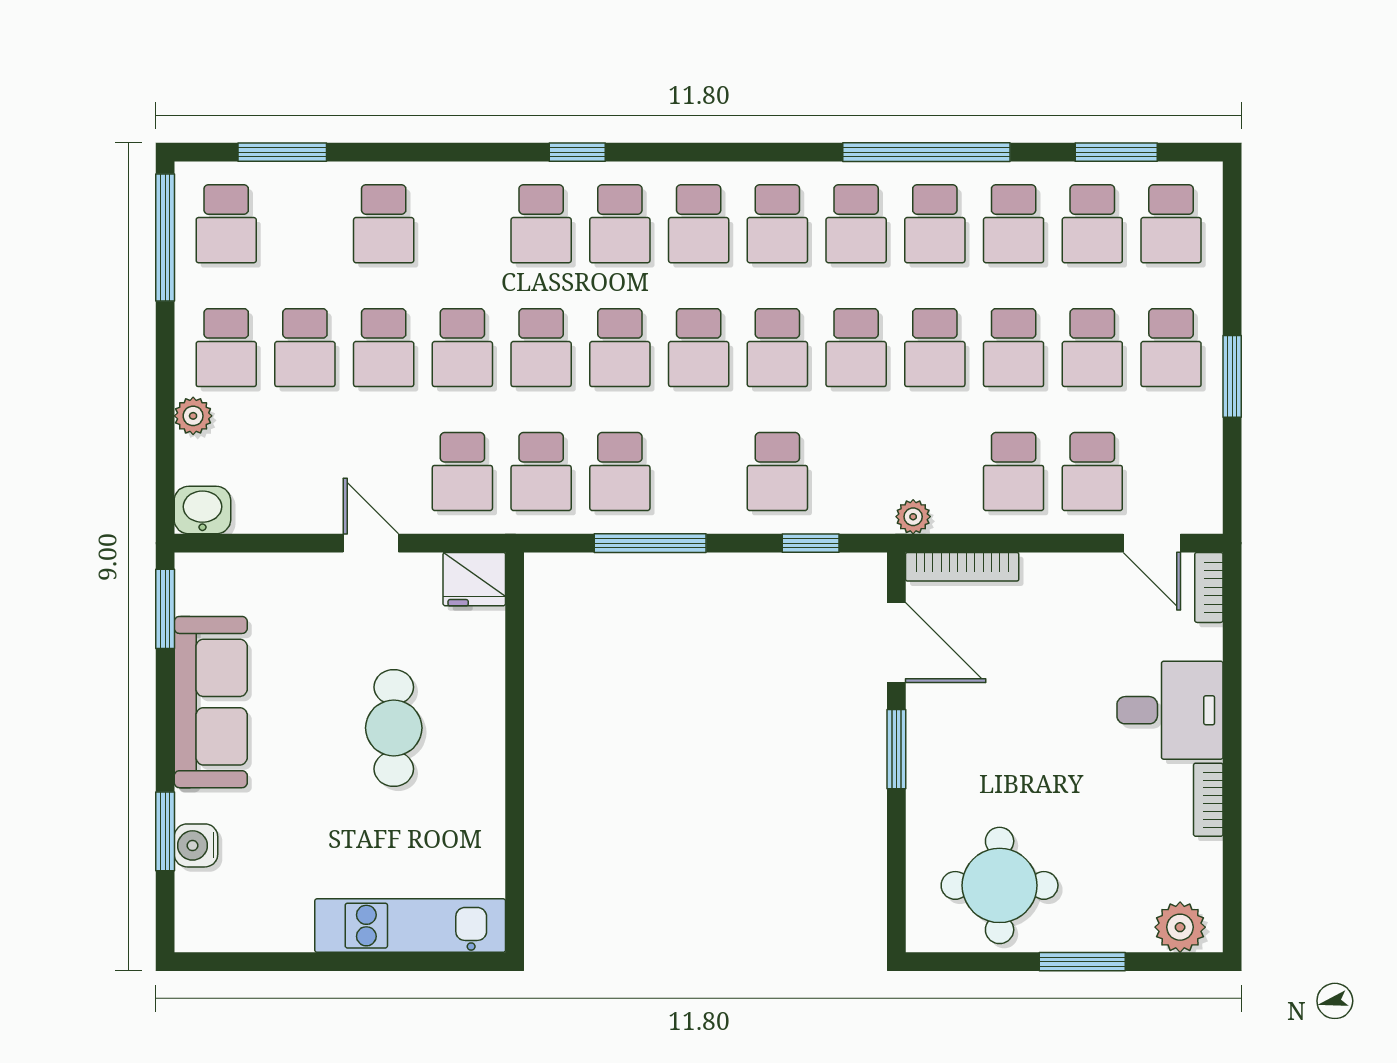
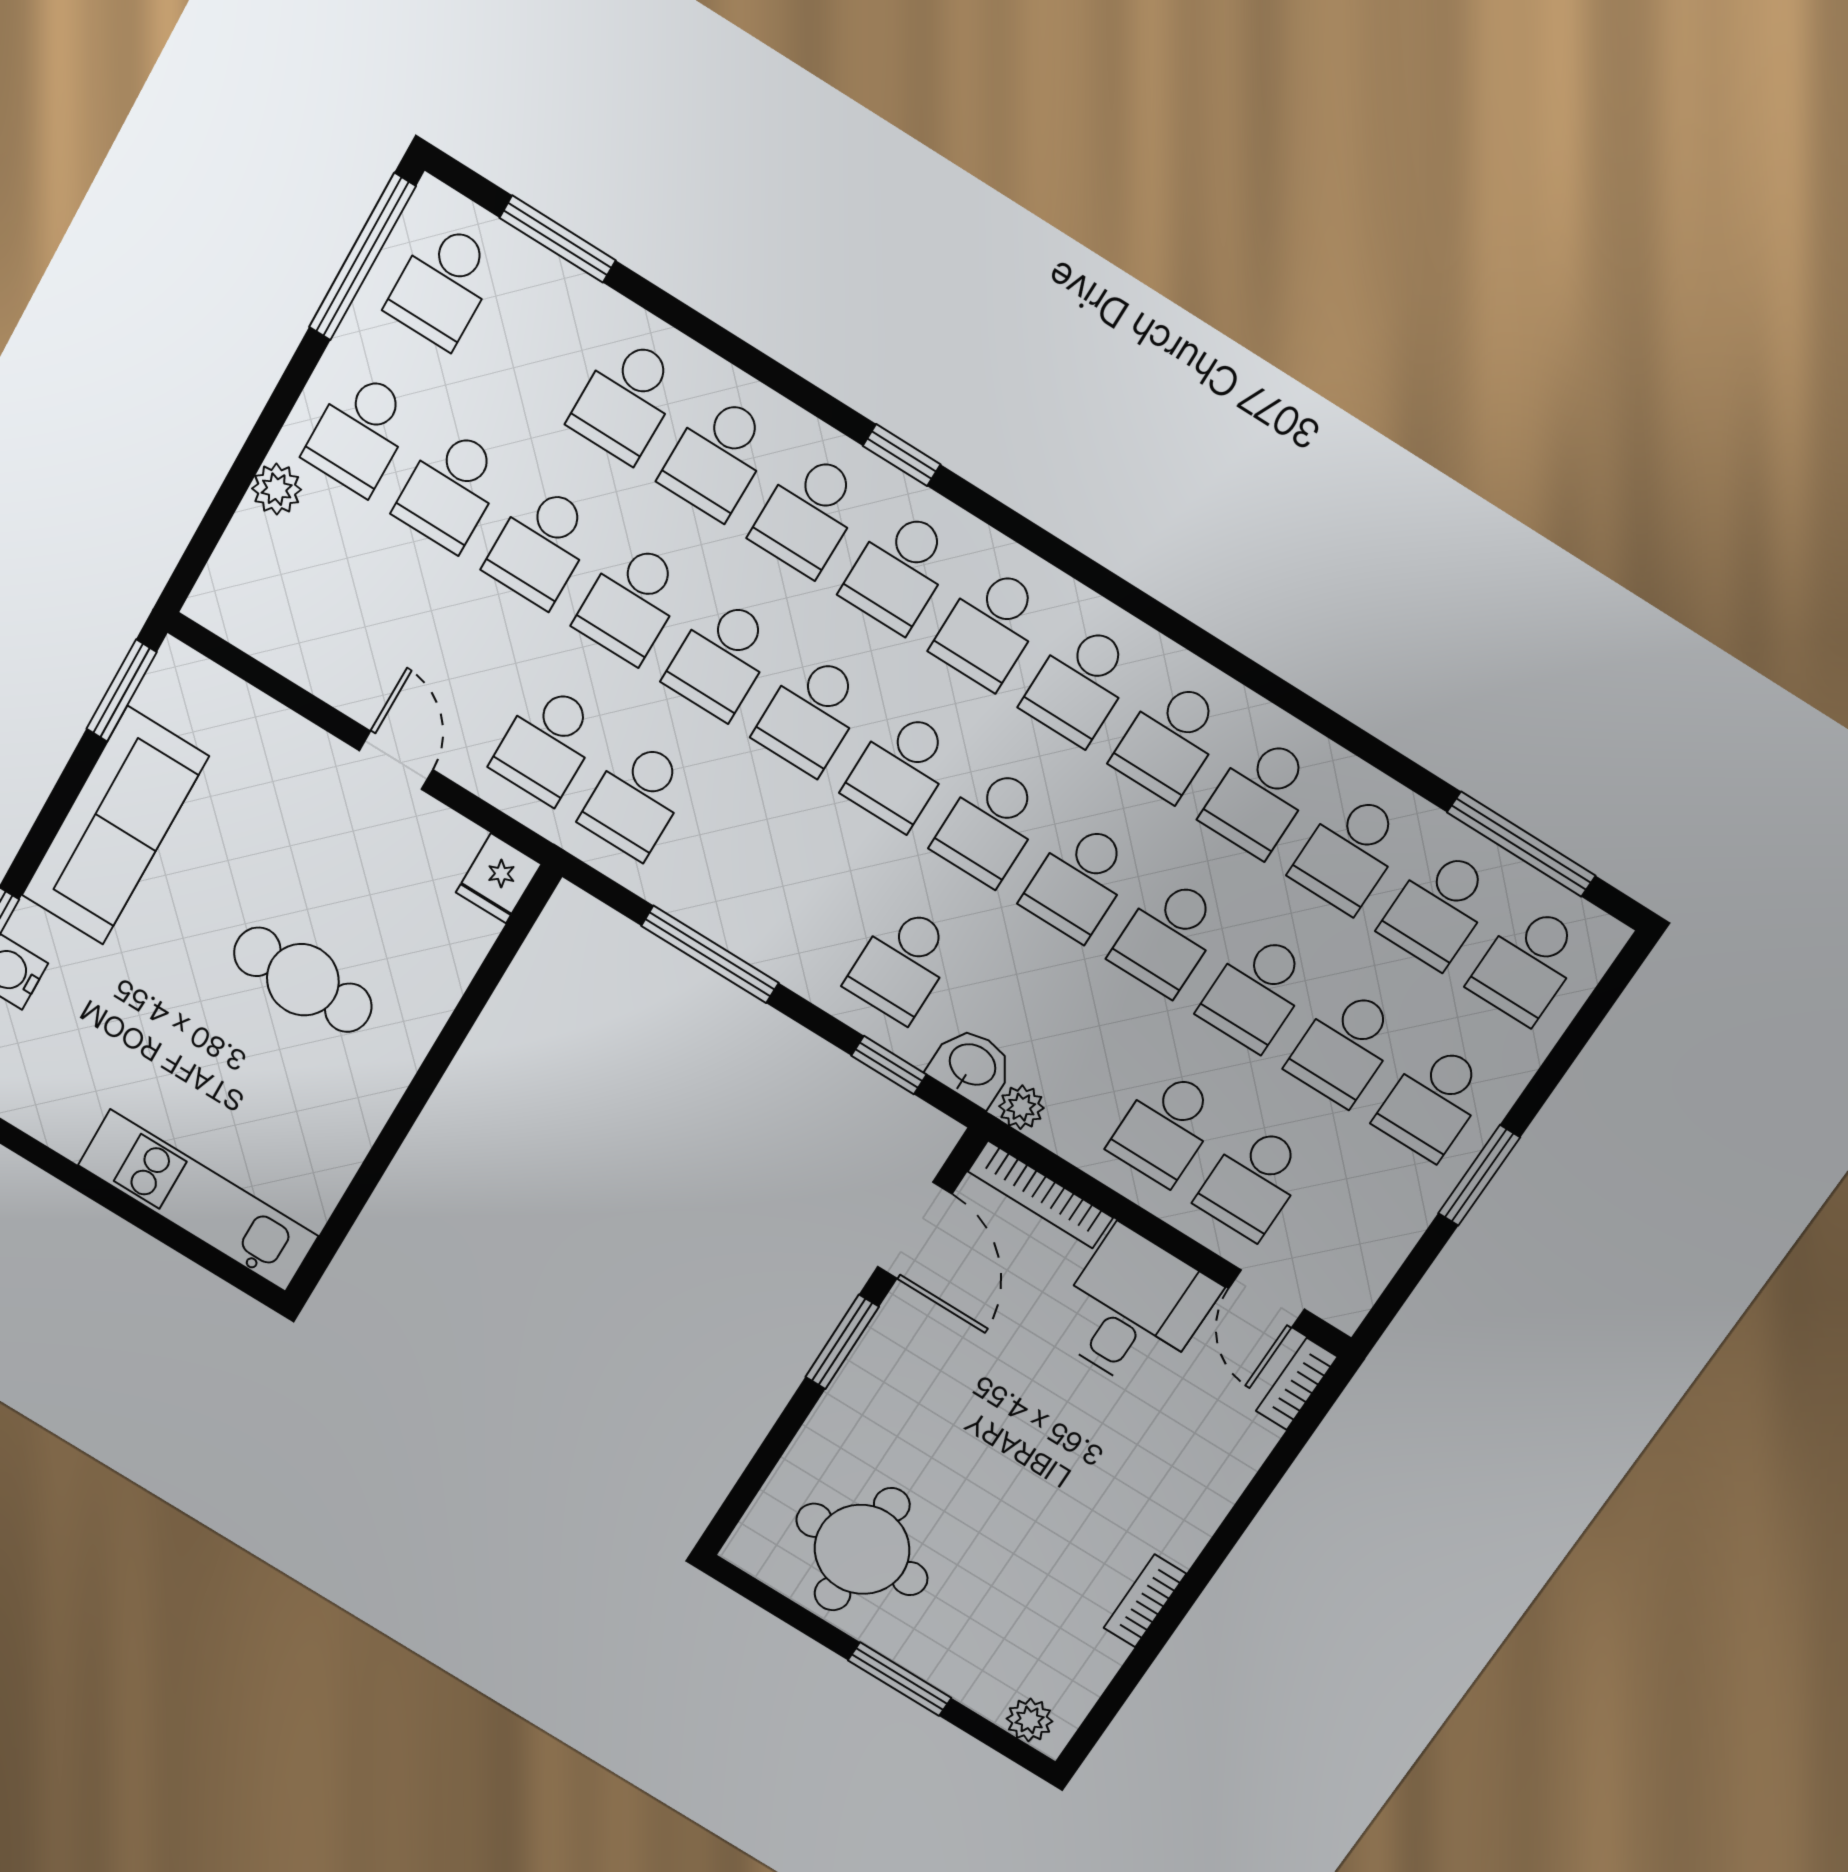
window: (926, 152) -> (1304, 708), removed
window: (1116, 152) -> (1521, 844), width x1.44
school desk: (620, 472) -> (717, 457), moved
washbasin: (202, 510) -> (972, 1066), moved
fridge: (474, 579) -> (499, 878), width x0.72
desk: (1170, 710) -> (1133, 1310), moved, turned -90
cafe table: (394, 728) -> (303, 980), turned 90
plant: (1180, 927) -> (1030, 1720), width x0.73, depth x0.73

